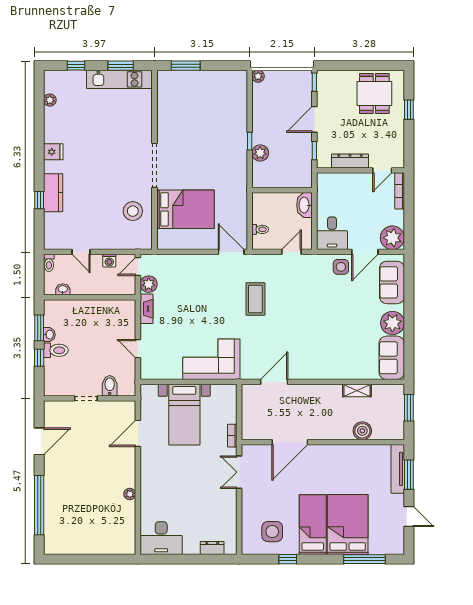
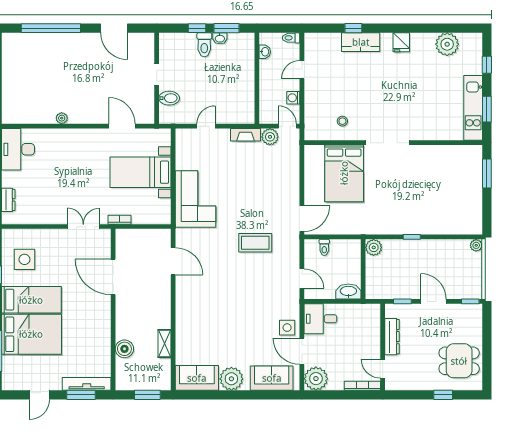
plant: (50, 100) -> (447, 44), width x1.87, depth x1.87
plant: (260, 153) -> (374, 247), moved
stool: (133, 211) -> (342, 121), width x0.53, depth x0.53

